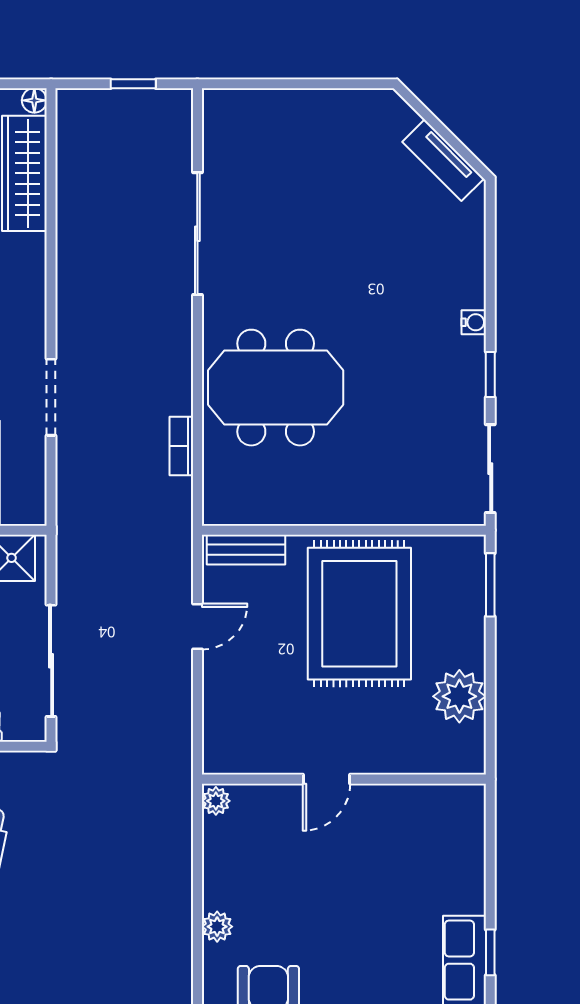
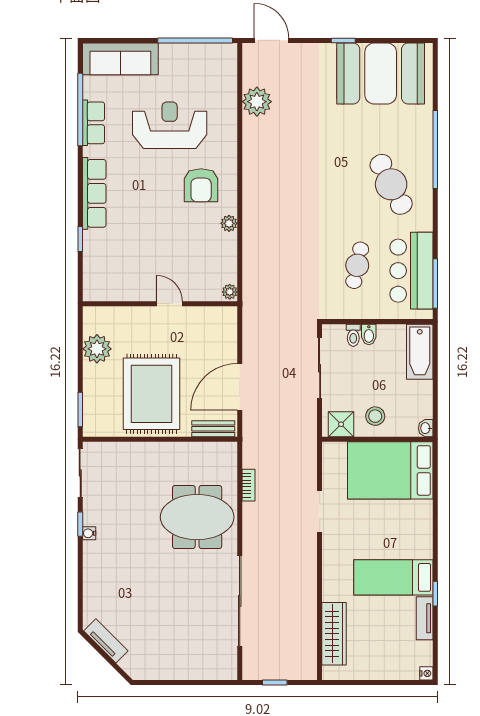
floor lamp: (34, 100) -> (329, 673), removed
sliding door: (197, 234) -> (240, 601), width x1.36
water cooler: (474, 322) -> (89, 533), moved
door: (197, 627) -> (240, 387), width x1.87
door: (326, 779) -> (169, 304), hinge flipped
window: (490, 952) -> (80, 239), moved

